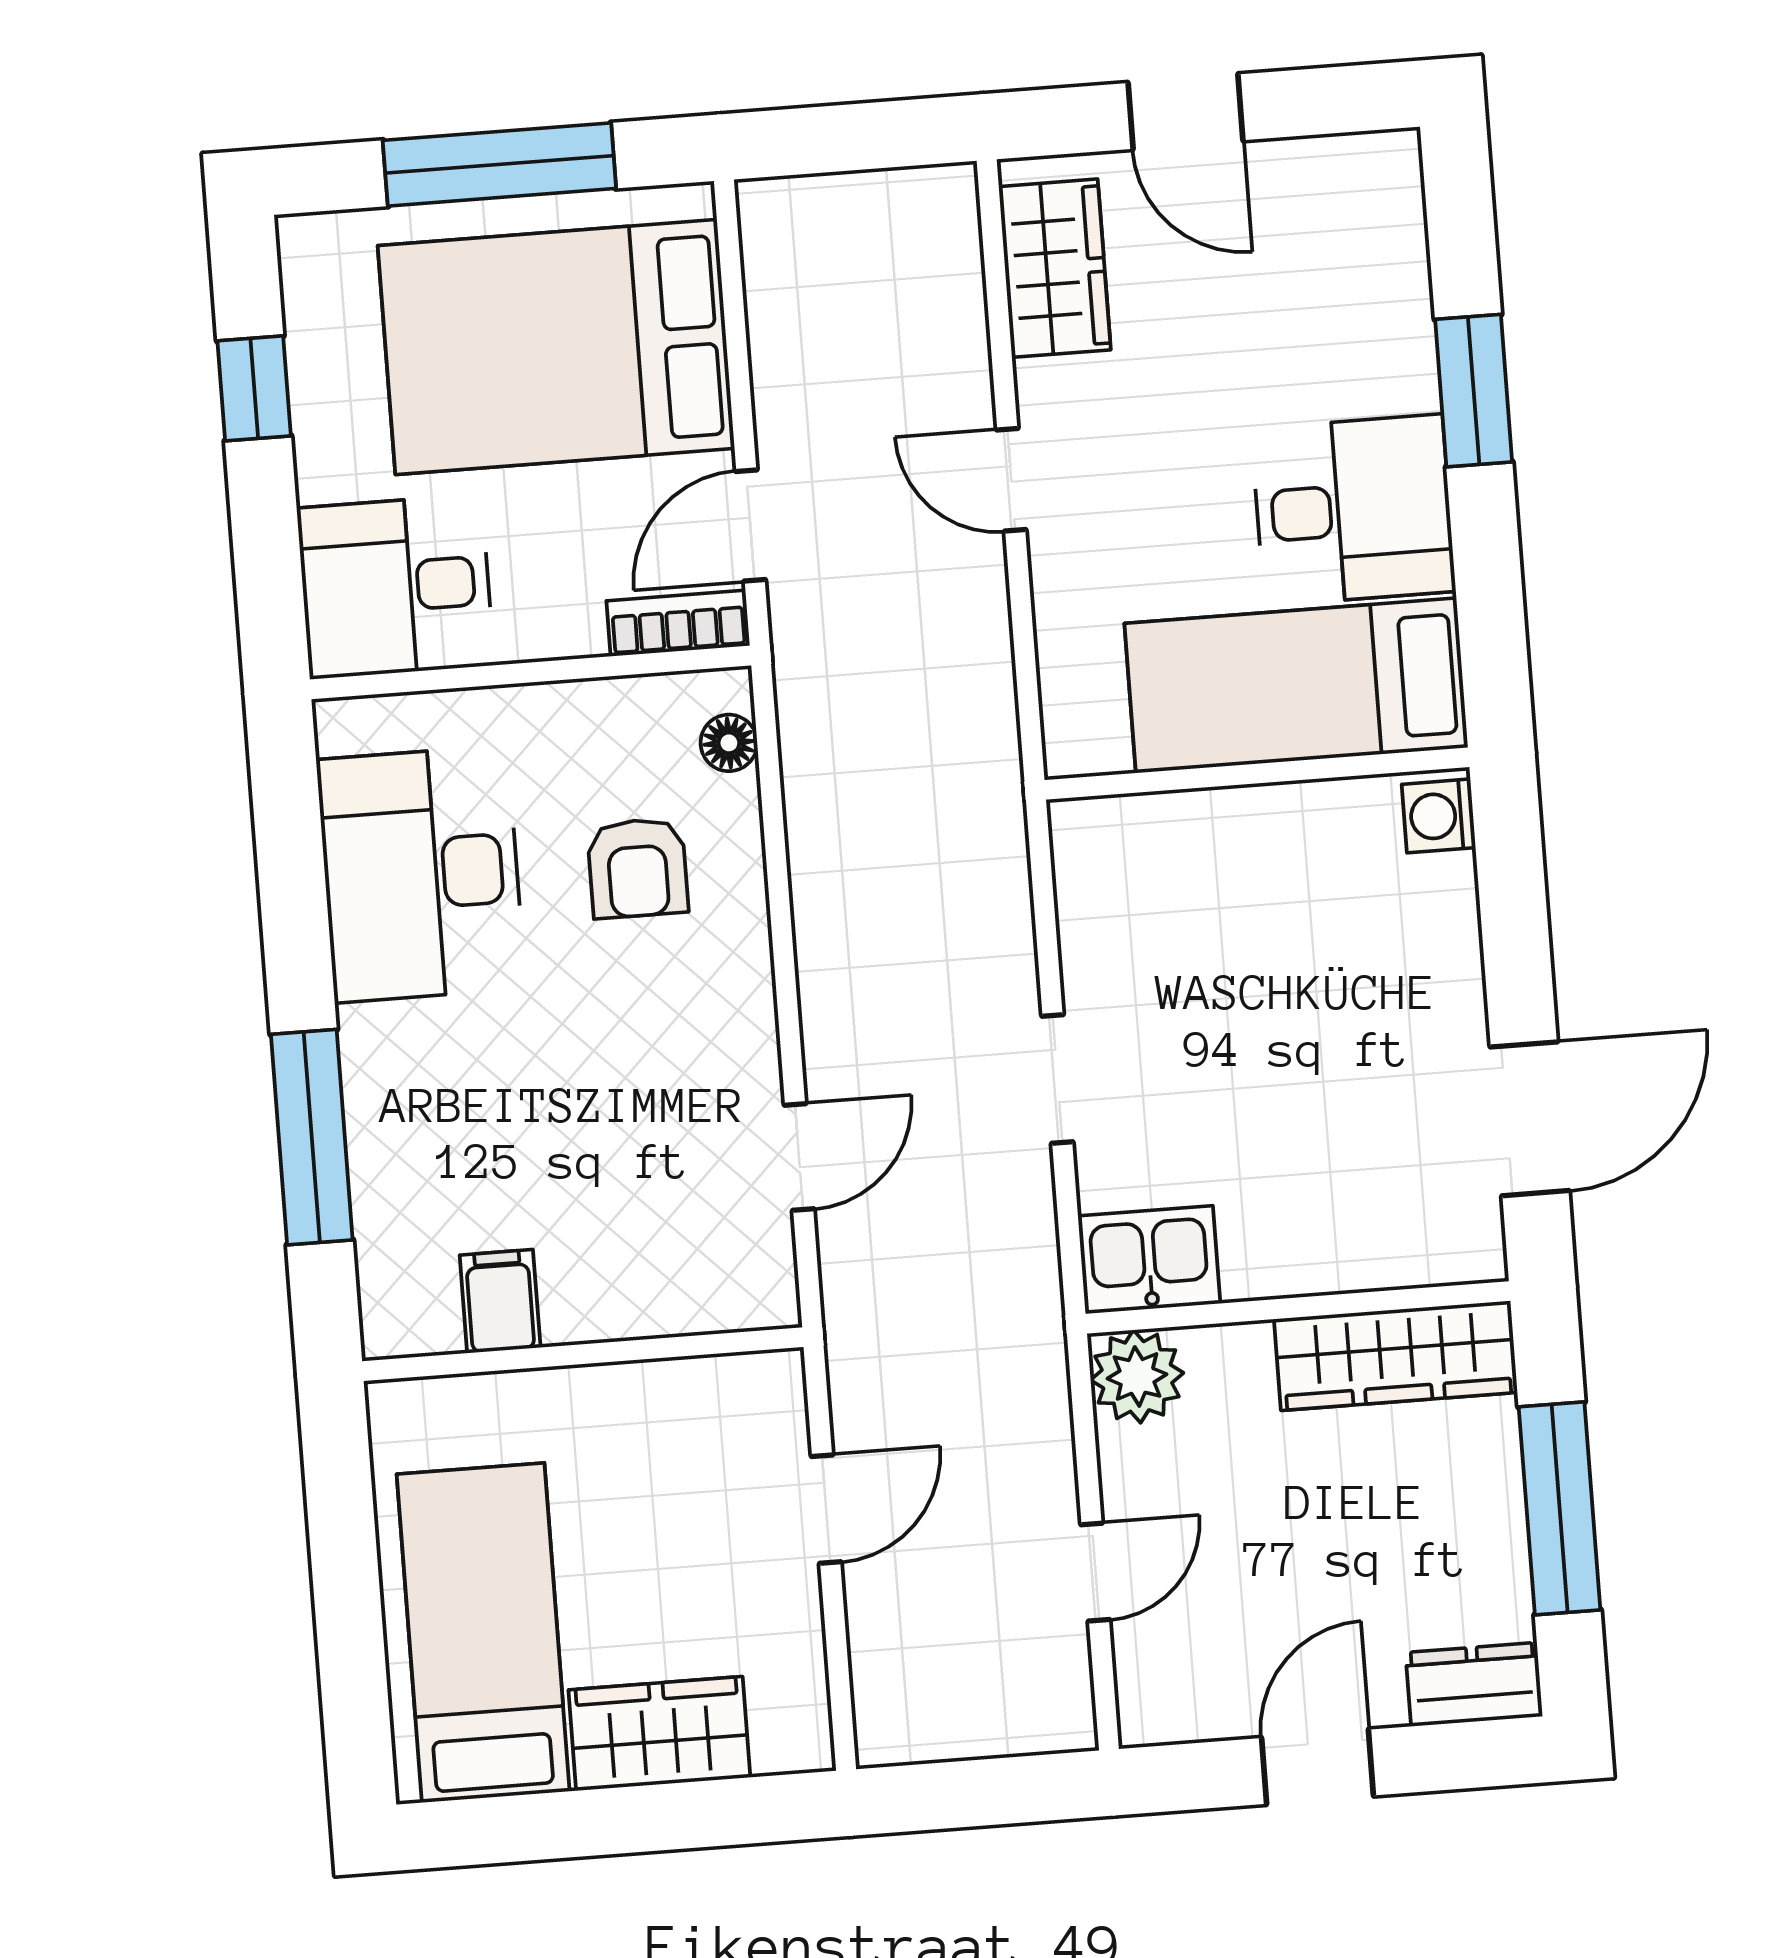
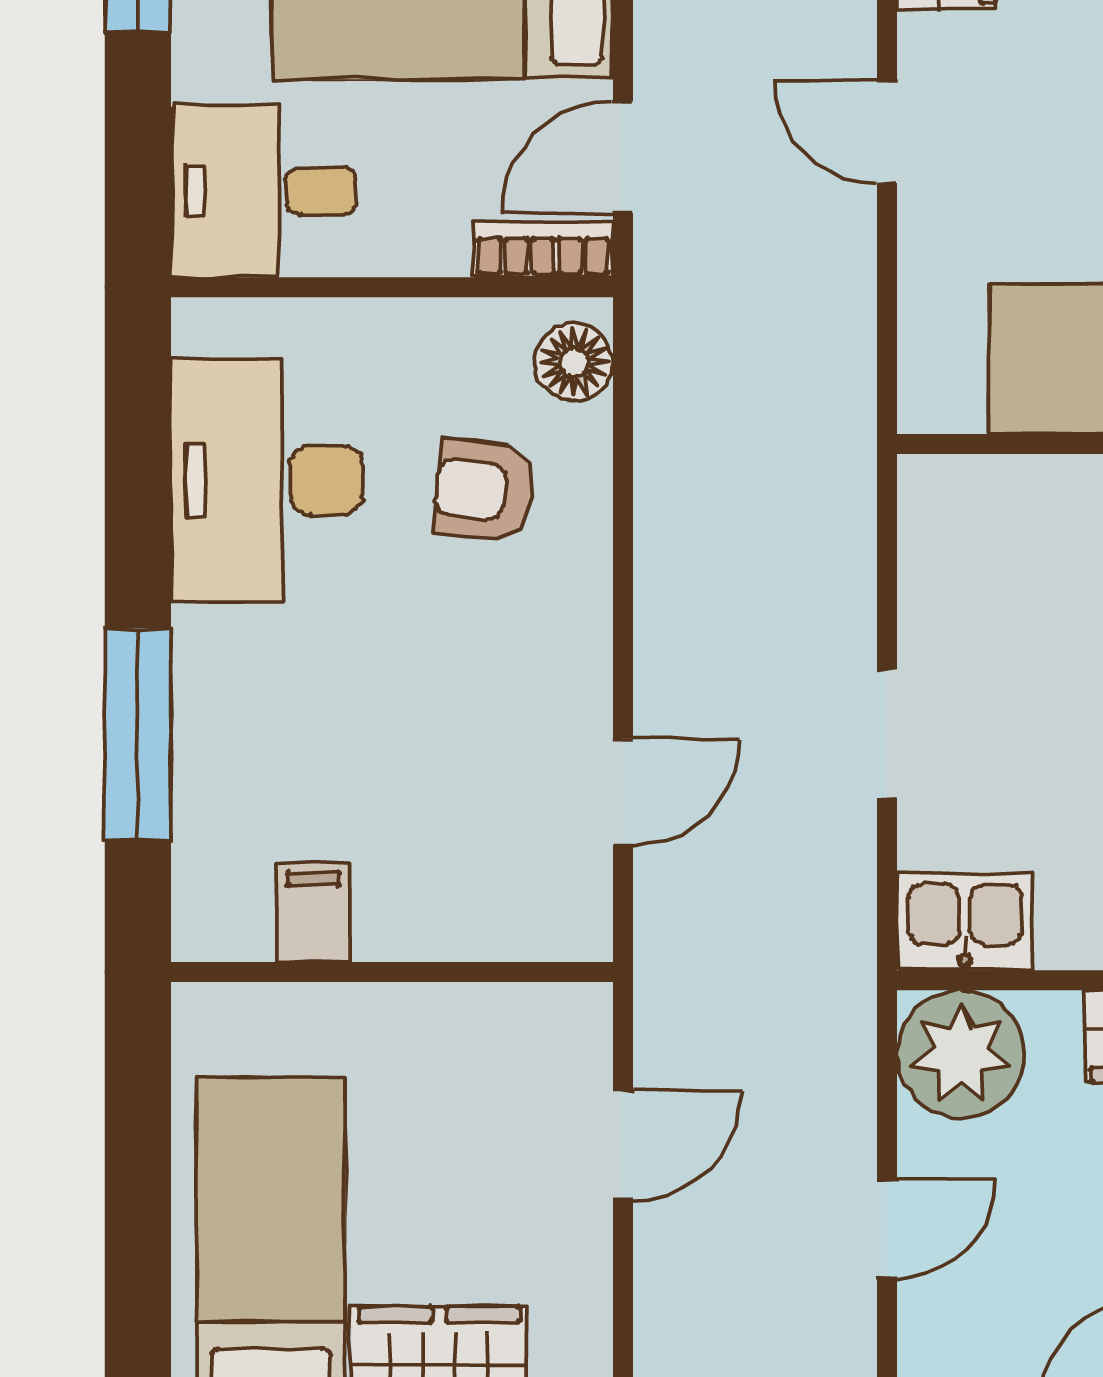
floor lamp: (729, 743) -> (574, 362), width x1.37, depth x1.37
armchair: (638, 868) -> (484, 491), turned 97
plant: (1137, 1376) -> (961, 1054), width x1.36, depth x1.36

